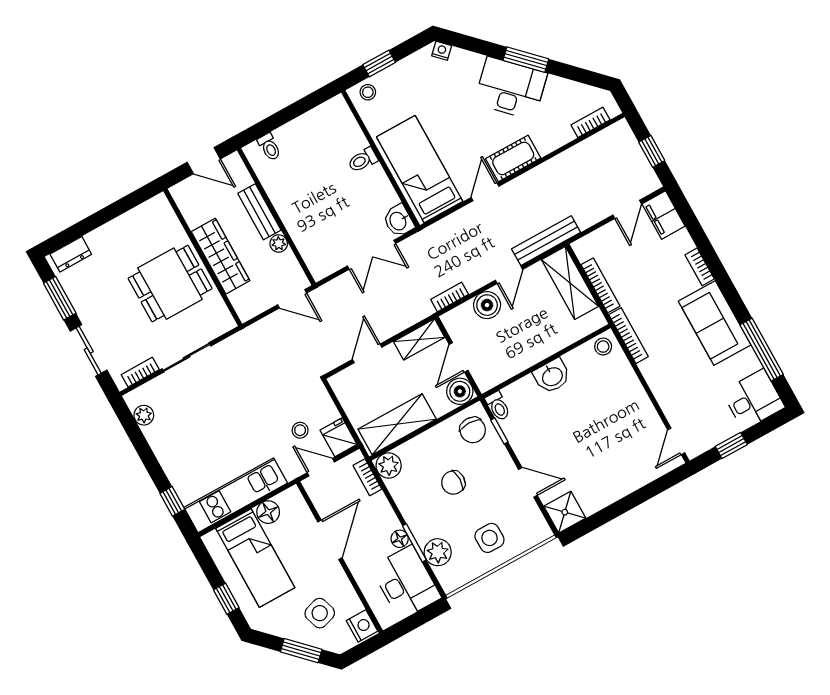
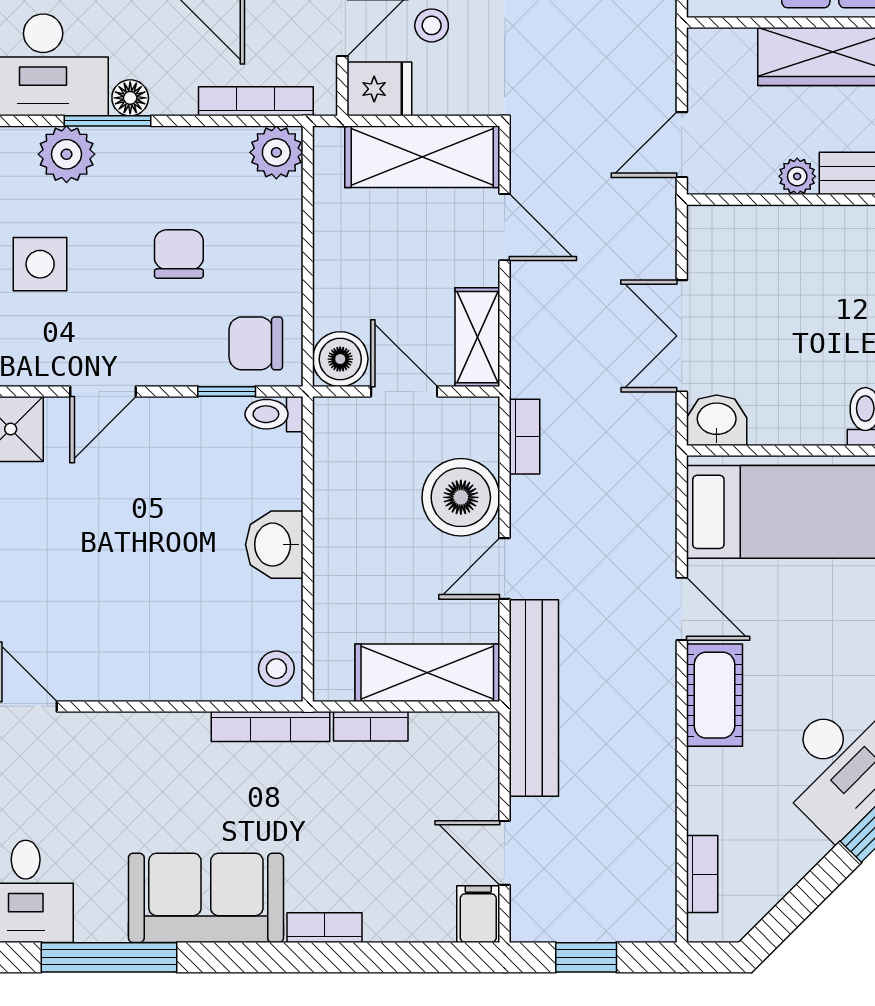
filing cabinet: (664, 215) -> (478, 914), width x0.50
bench: (546, 241) -> (534, 698), width x1.37, depth x1.21
door: (509, 275) -> (505, 568), hinge flipped
bookcase: (600, 285) -> (371, 726), width x0.64
boiler: (487, 305) -> (461, 497), width x1.37, depth x1.37
shelving: (397, 424) -> (422, 157), moved, turned 90
bookcase: (367, 477) -> (256, 101), width x1.56

